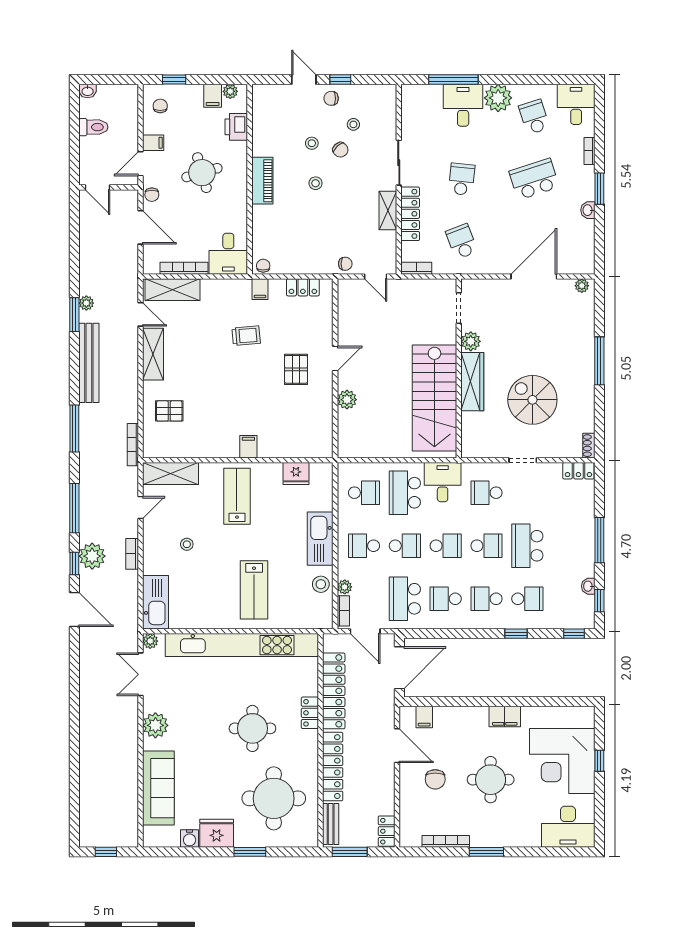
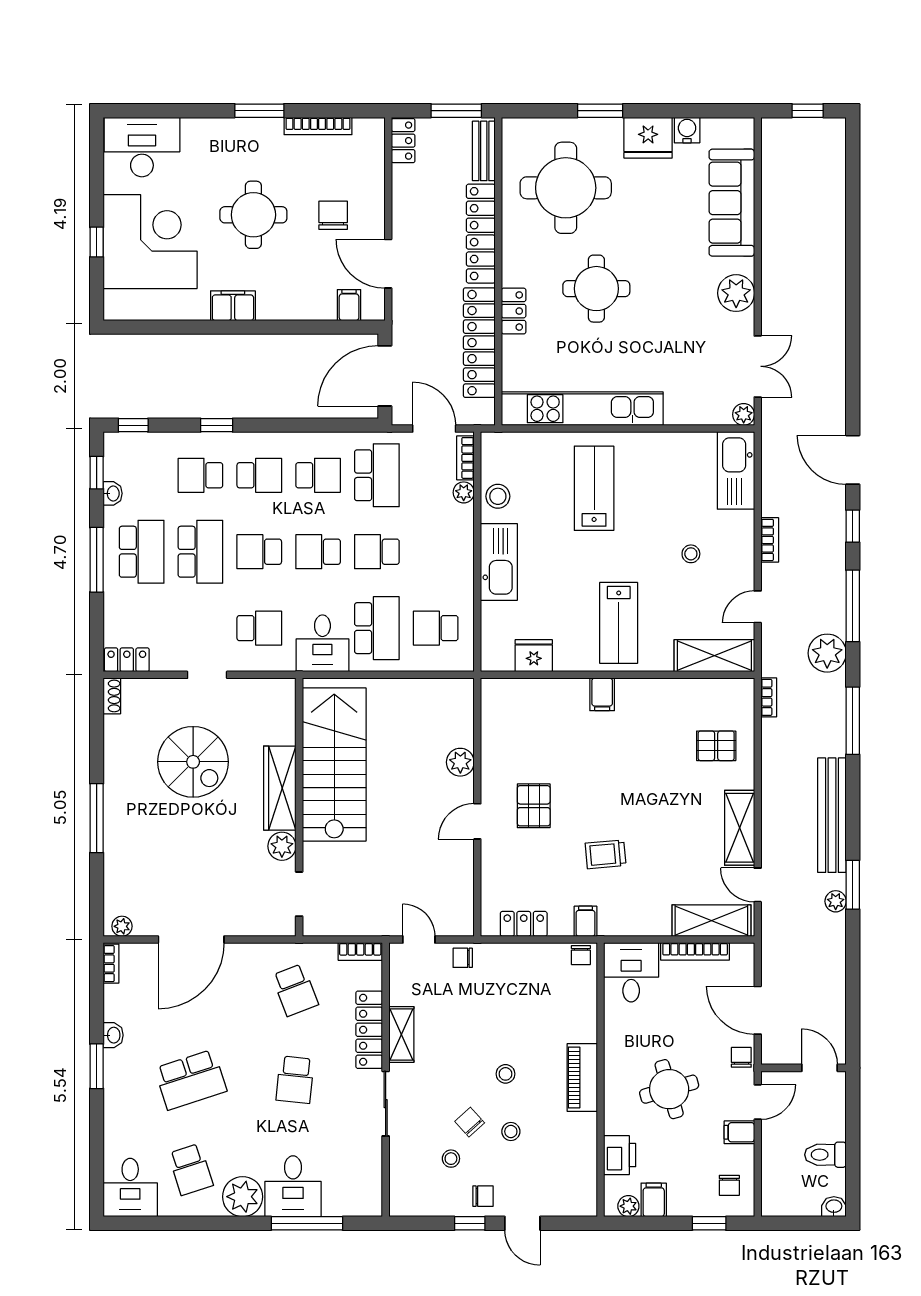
bookcase: (589, 151) -> (111, 964), moved
bookcase: (133, 445) -> (769, 697), width x0.64
school desk: (364, 546) -> (142, 552), moved, width x1.85
plant: (92, 556) -> (827, 653), moved
kitchen unit: (242, 645) -> (582, 409), width x0.73

